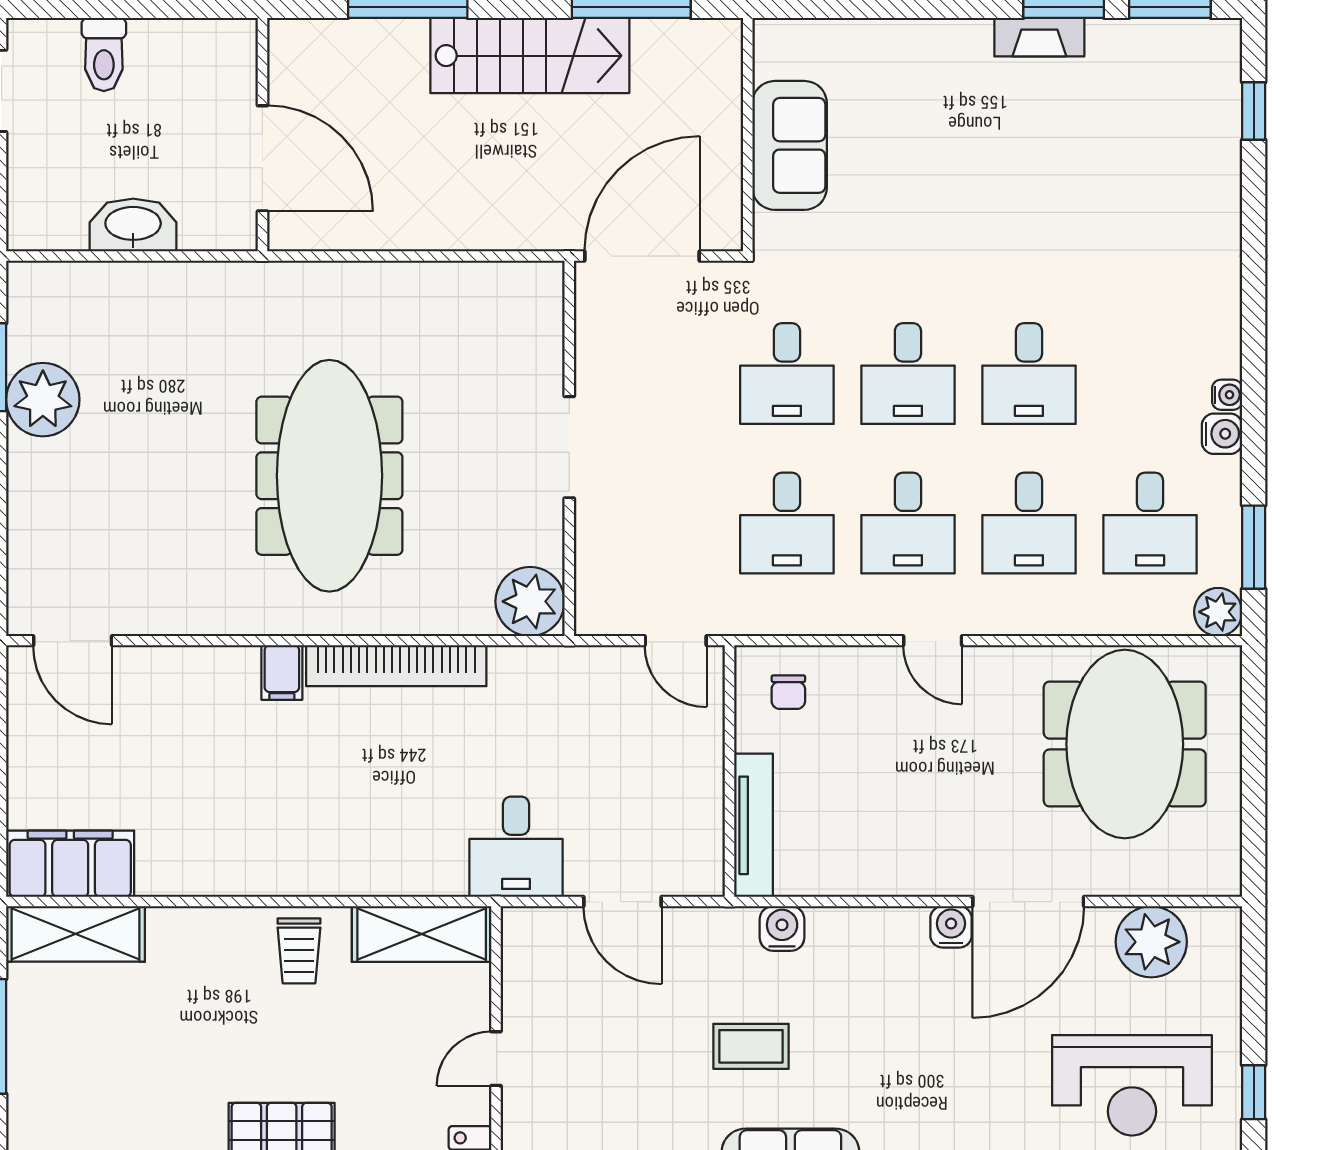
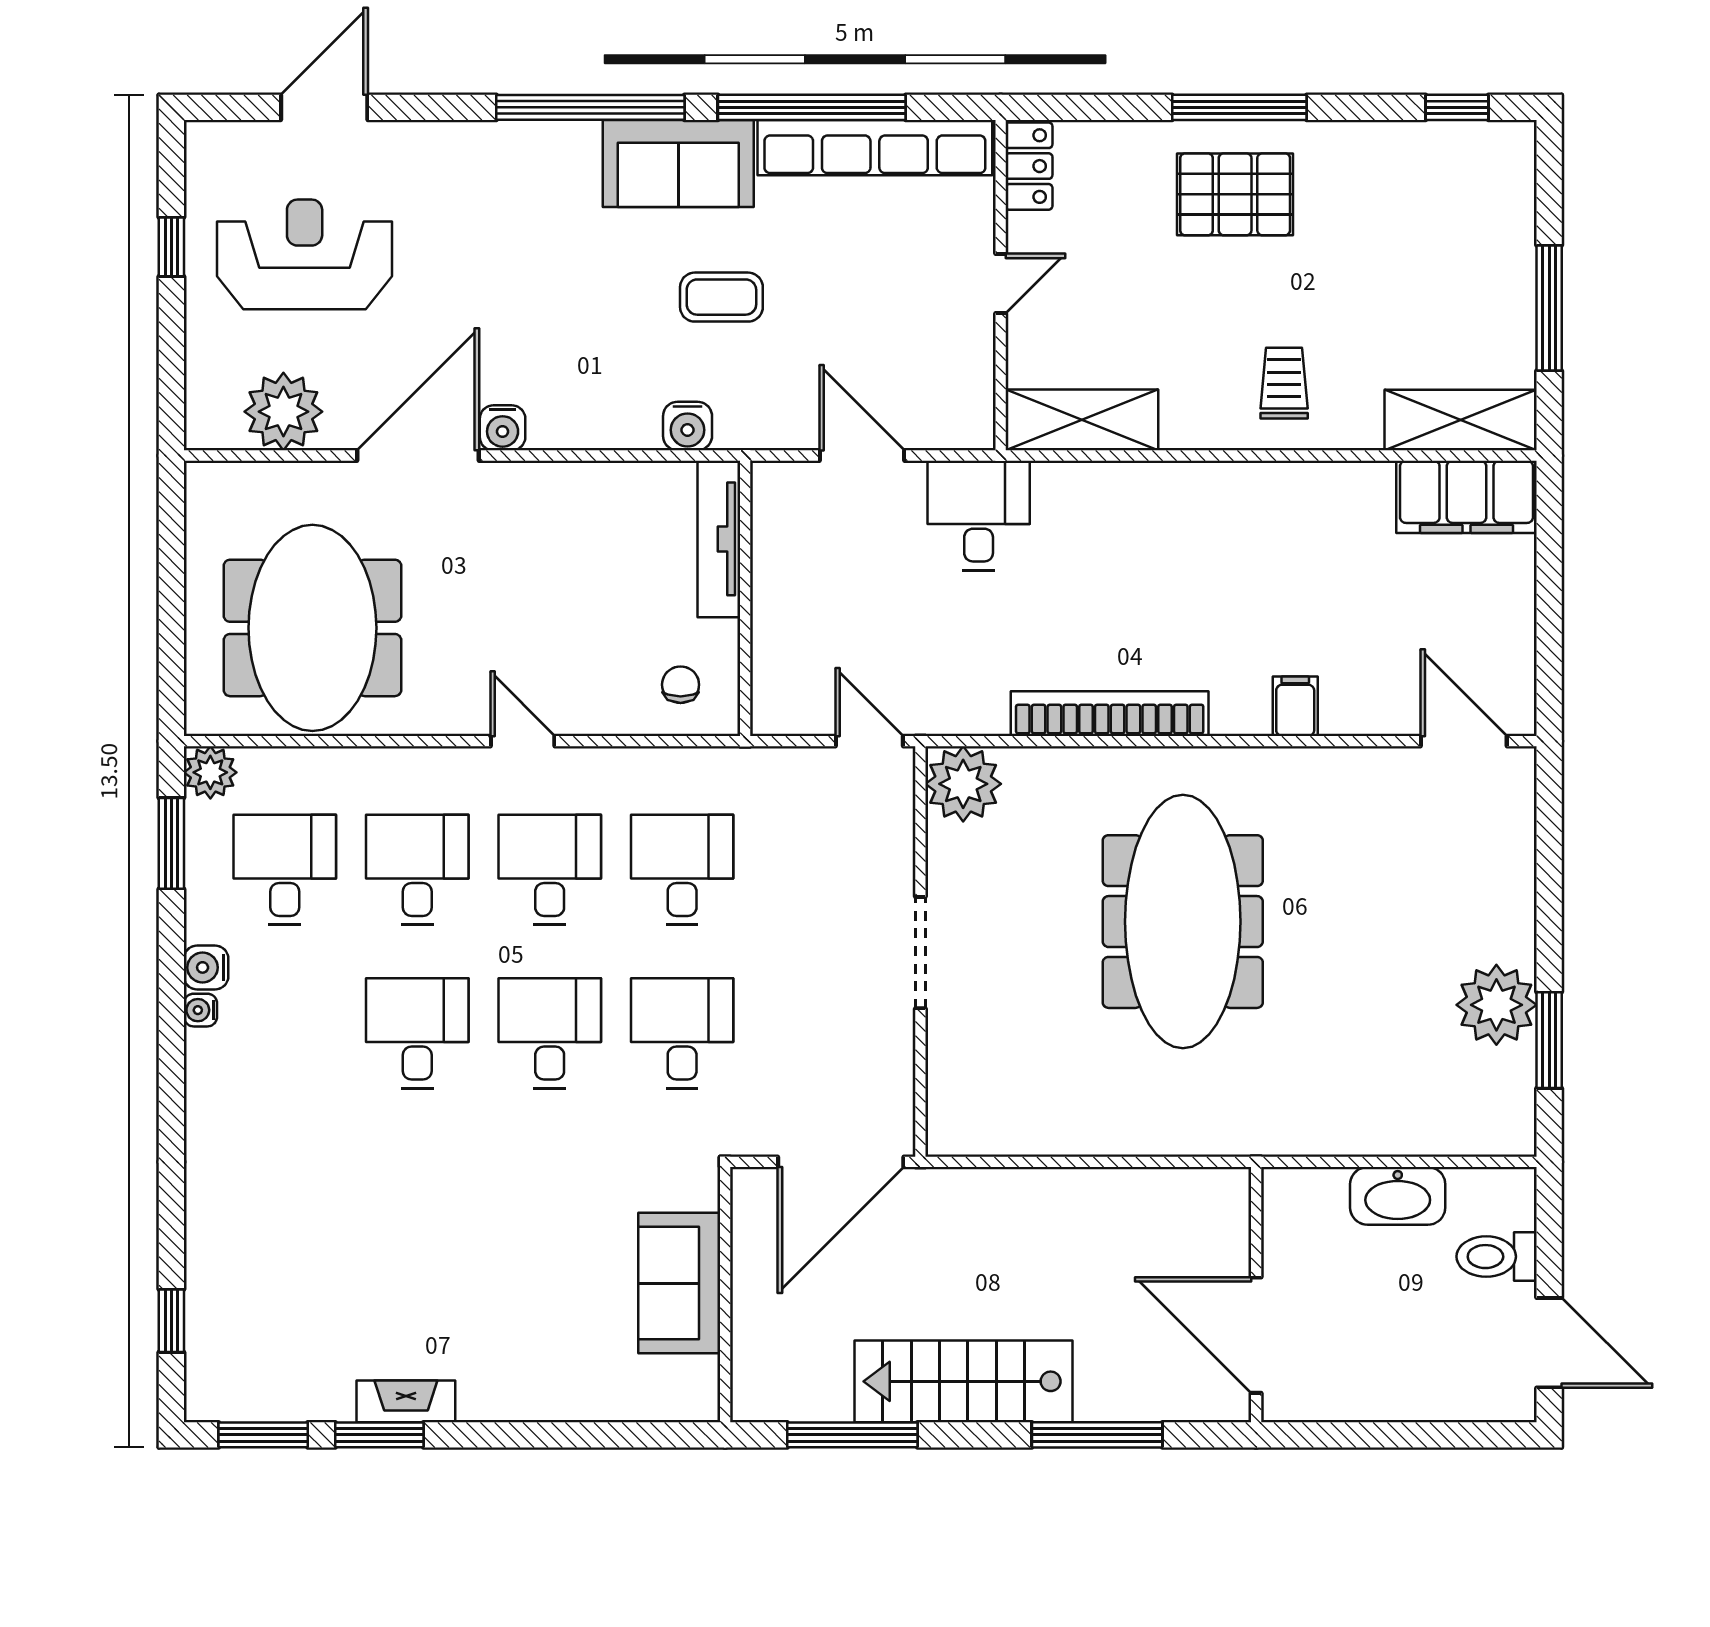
toilet: (104, 55) -> (1497, 1257), moved, turned -90
door: (262, 158) -> (1256, 1335), moved
door: (676, 641) -> (869, 741), moved
filing cabinet: (282, 672) -> (1295, 706), moved
trolley: (299, 951) -> (1284, 383), moved

